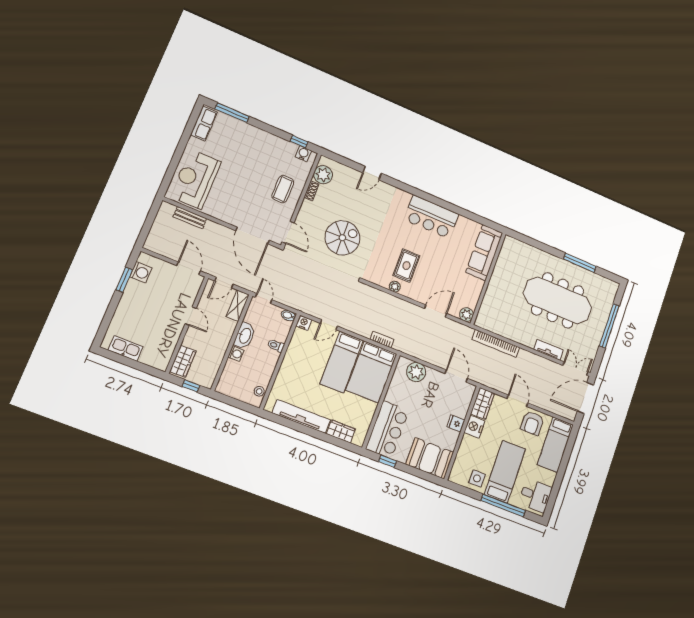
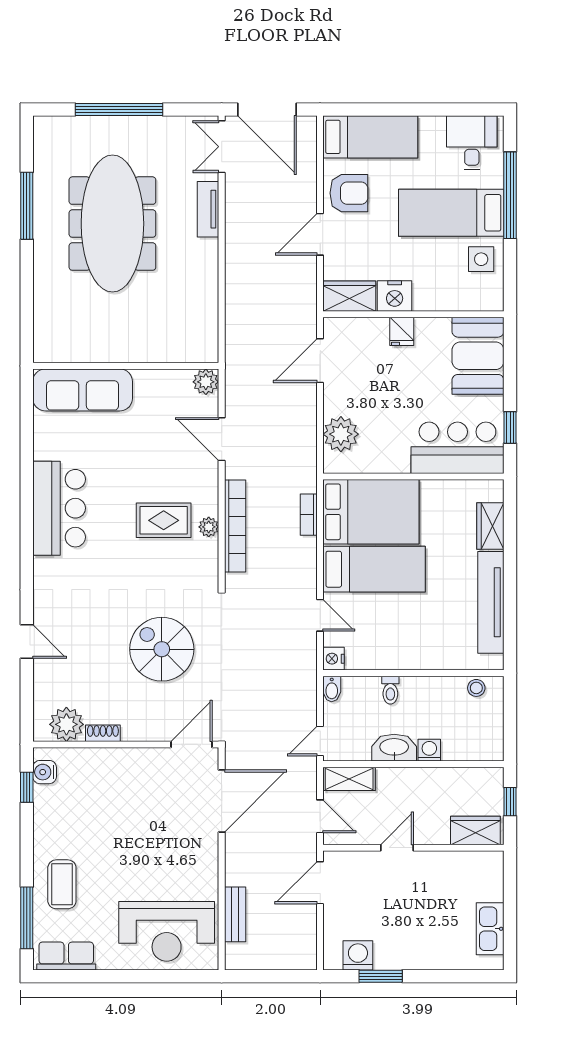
coffee table: (283, 189) -> (62, 884), moved, turned 90
bookcase: (496, 343) -> (235, 526), moved

